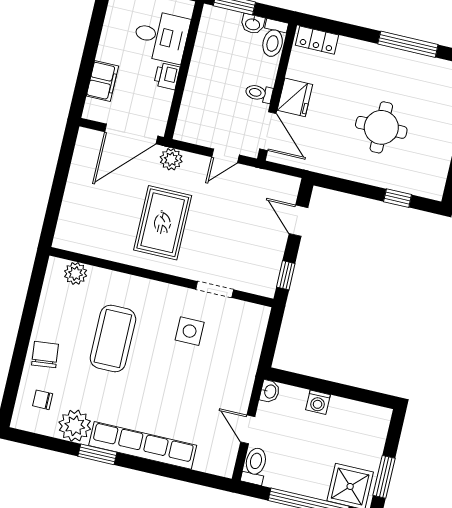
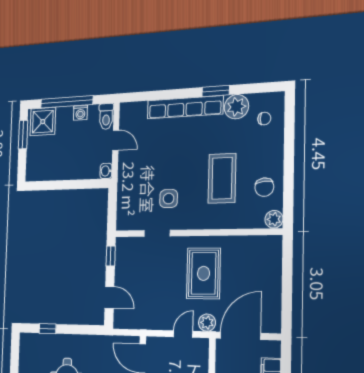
door: (226, 156) -> (183, 334), moved
plant: (76, 273) -> (274, 219), moved
chair: (45, 355) -> (264, 187), moved
washing machine: (318, 402) -> (80, 113), moved, turned 180

